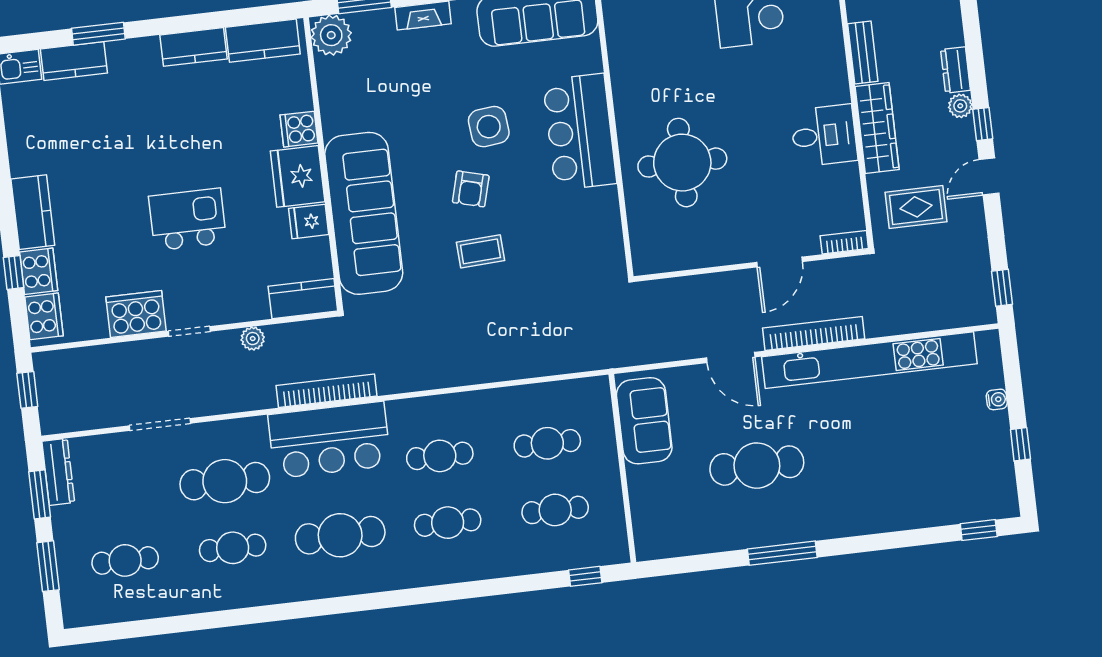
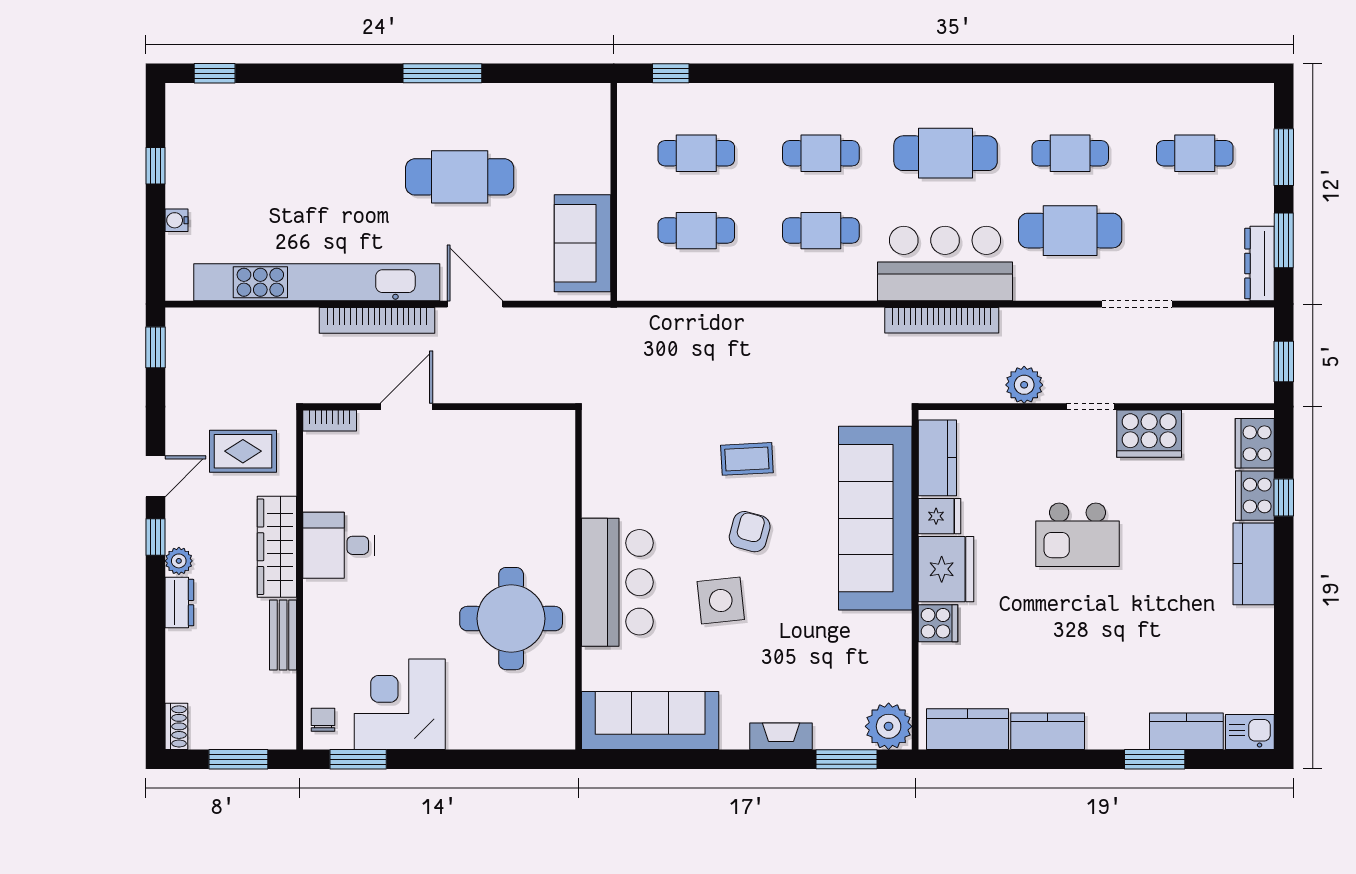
round table: (682, 163) -> (511, 619), moved
kitchen counter: (303, 299) -> (937, 458), moved, turned -90
plant: (253, 339) -> (1024, 385), width x1.38, depth x1.38

